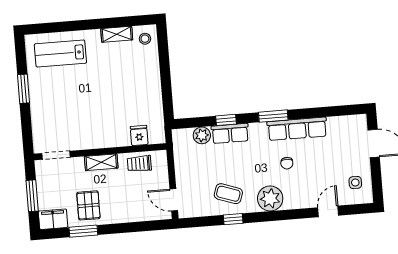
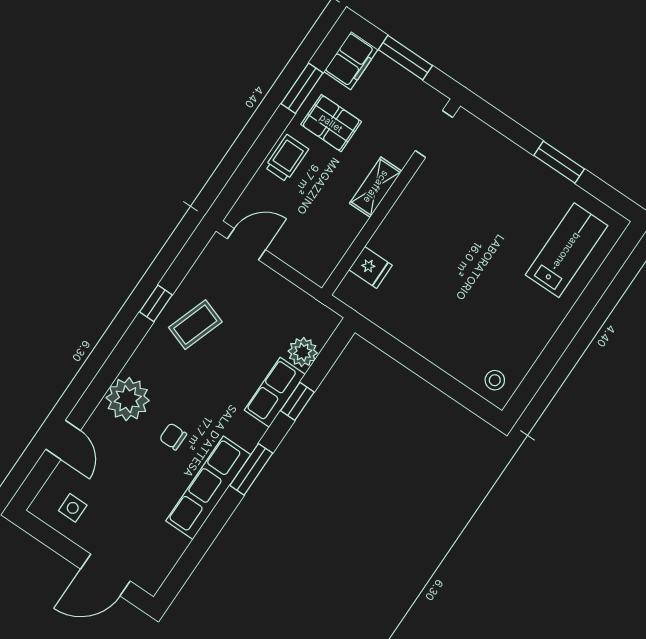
shelving: (117, 34) -> (531, 347), removed
trolley: (139, 164) -> (287, 158), moved
plant: (270, 198) -> (128, 399), moved

